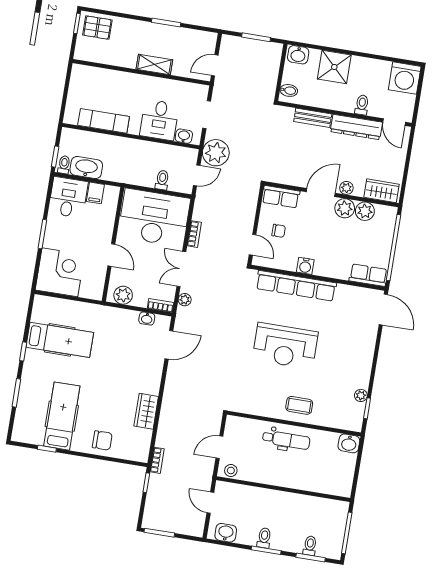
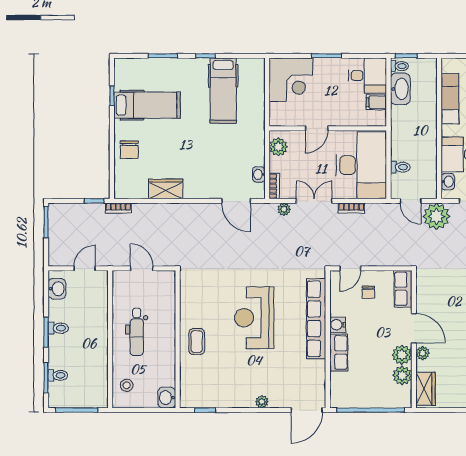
row of seats: (368, 275) -> (339, 353), moved
plant: (361, 395) -> (262, 402), moved
dental chair: (286, 440) -> (137, 332), moved
stool: (231, 470) -> (127, 385), moved

